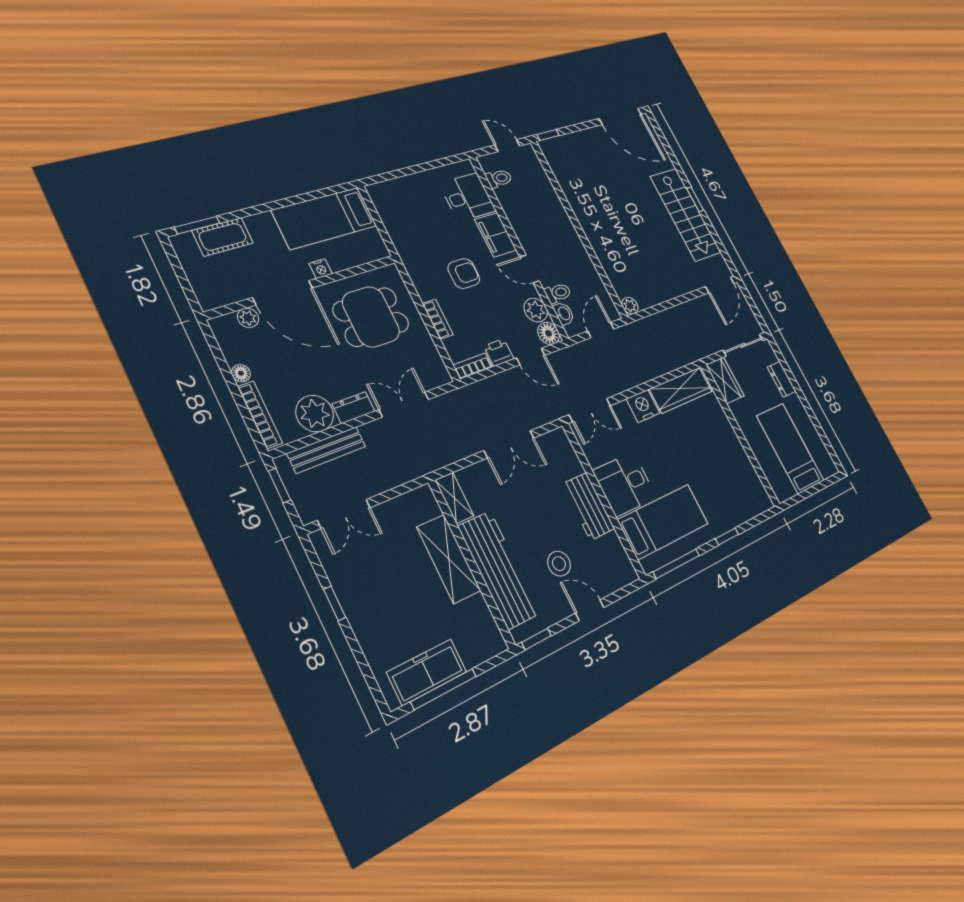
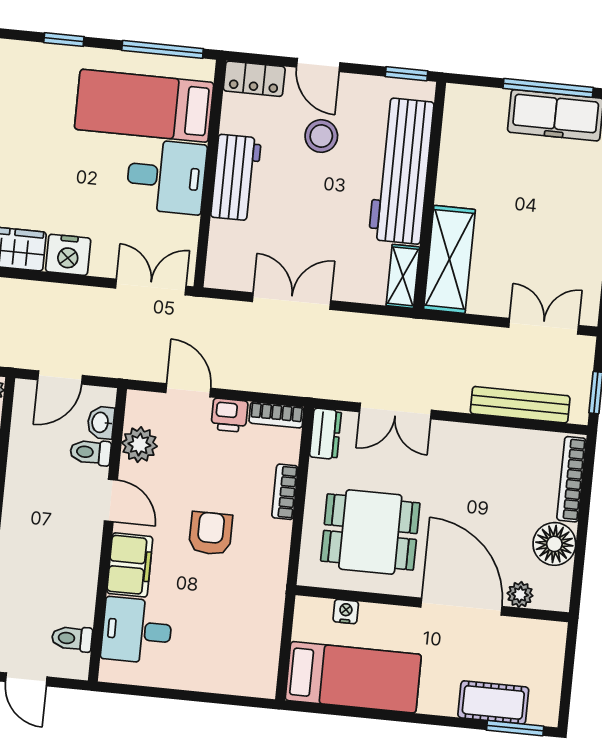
nightstand: (321, 269) -> (346, 611), moved
armchair: (464, 274) -> (211, 533), turned 90
floor lamp: (549, 333) -> (142, 407), removed
floor lamp: (241, 373) -> (554, 544), width x1.89, depth x1.89
dresser: (354, 408) -> (325, 434), moved, turned -90
plant: (315, 414) -> (509, 451), removed
shelving: (449, 559) -> (449, 259), moved
locker: (618, 577) -> (254, 79), added

